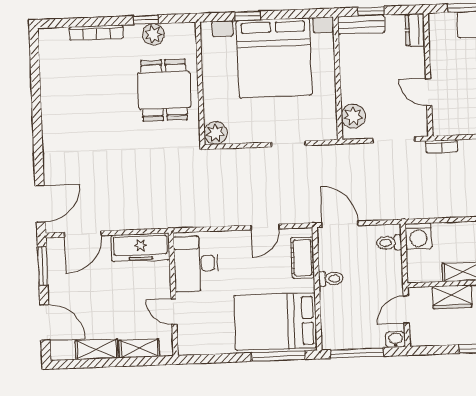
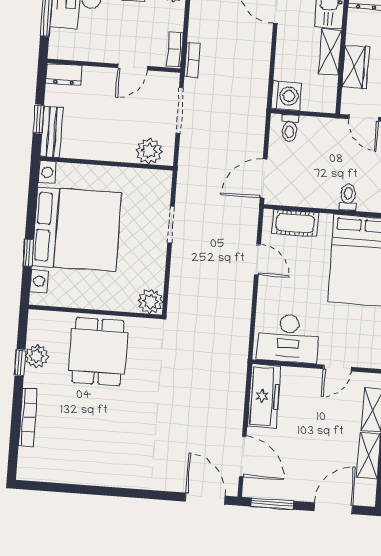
dining table: (164, 90) -> (98, 352), turned 90
bookcase: (449, 129) -> (175, 49), added
toilet: (331, 279) -> (348, 197), moved

